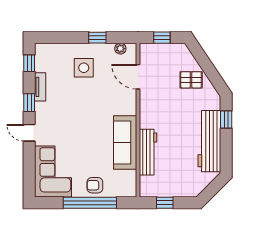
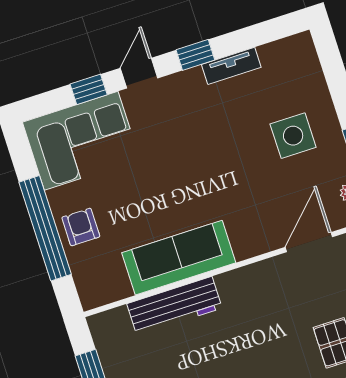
window: (29, 63) -> (89, 89), moved

